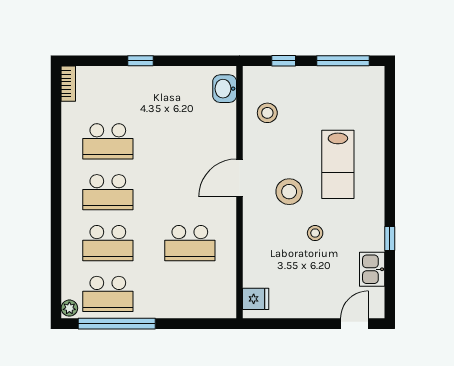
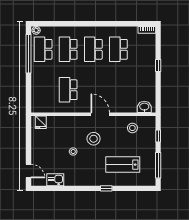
lab bench: (338, 164) -> (123, 165), moved
window: (390, 238) -> (106, 188), moved

